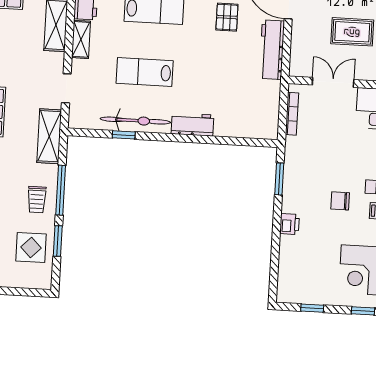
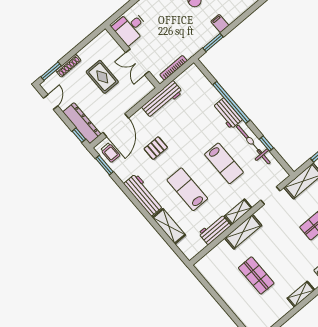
workbench: (272, 50) -> (162, 99), moved
window: (200, 139) -> (231, 102), added
filing cabinet: (292, 205) -> (220, 23), added
printer: (290, 224) -> (231, 15), removed

